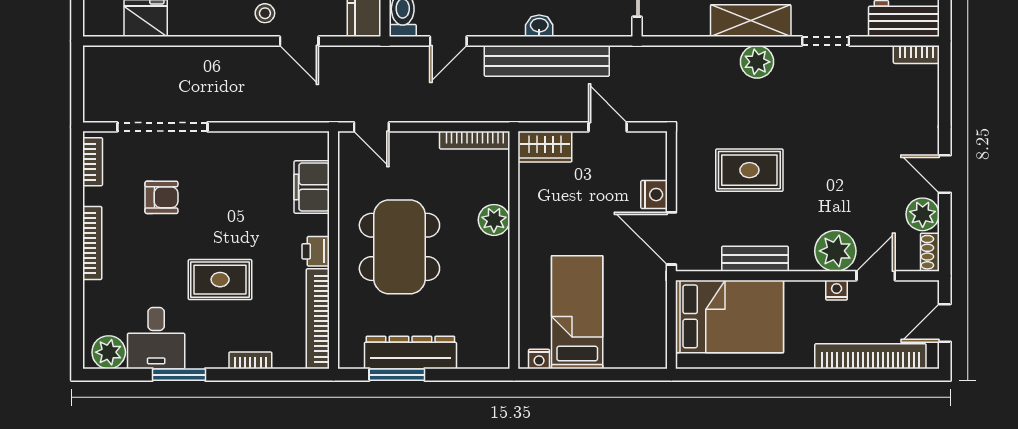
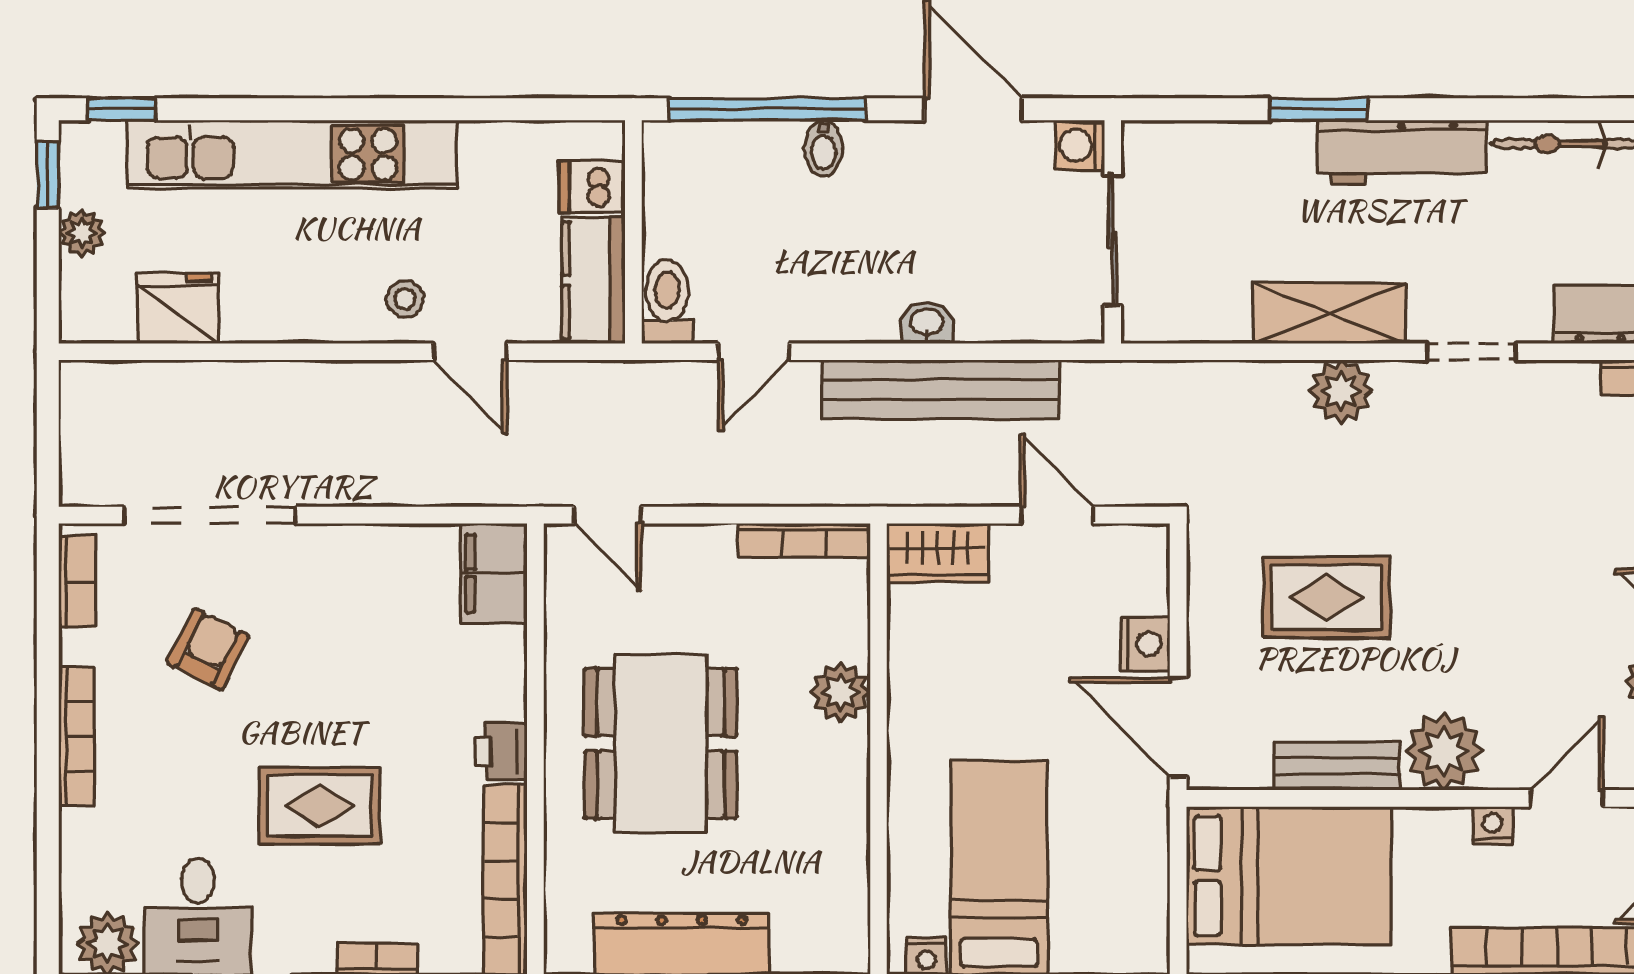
filing cabinet: (312, 187) -> (494, 573), moved
armchair: (161, 197) -> (208, 649), turned -63
plant: (835, 251) -> (1444, 751), moved

